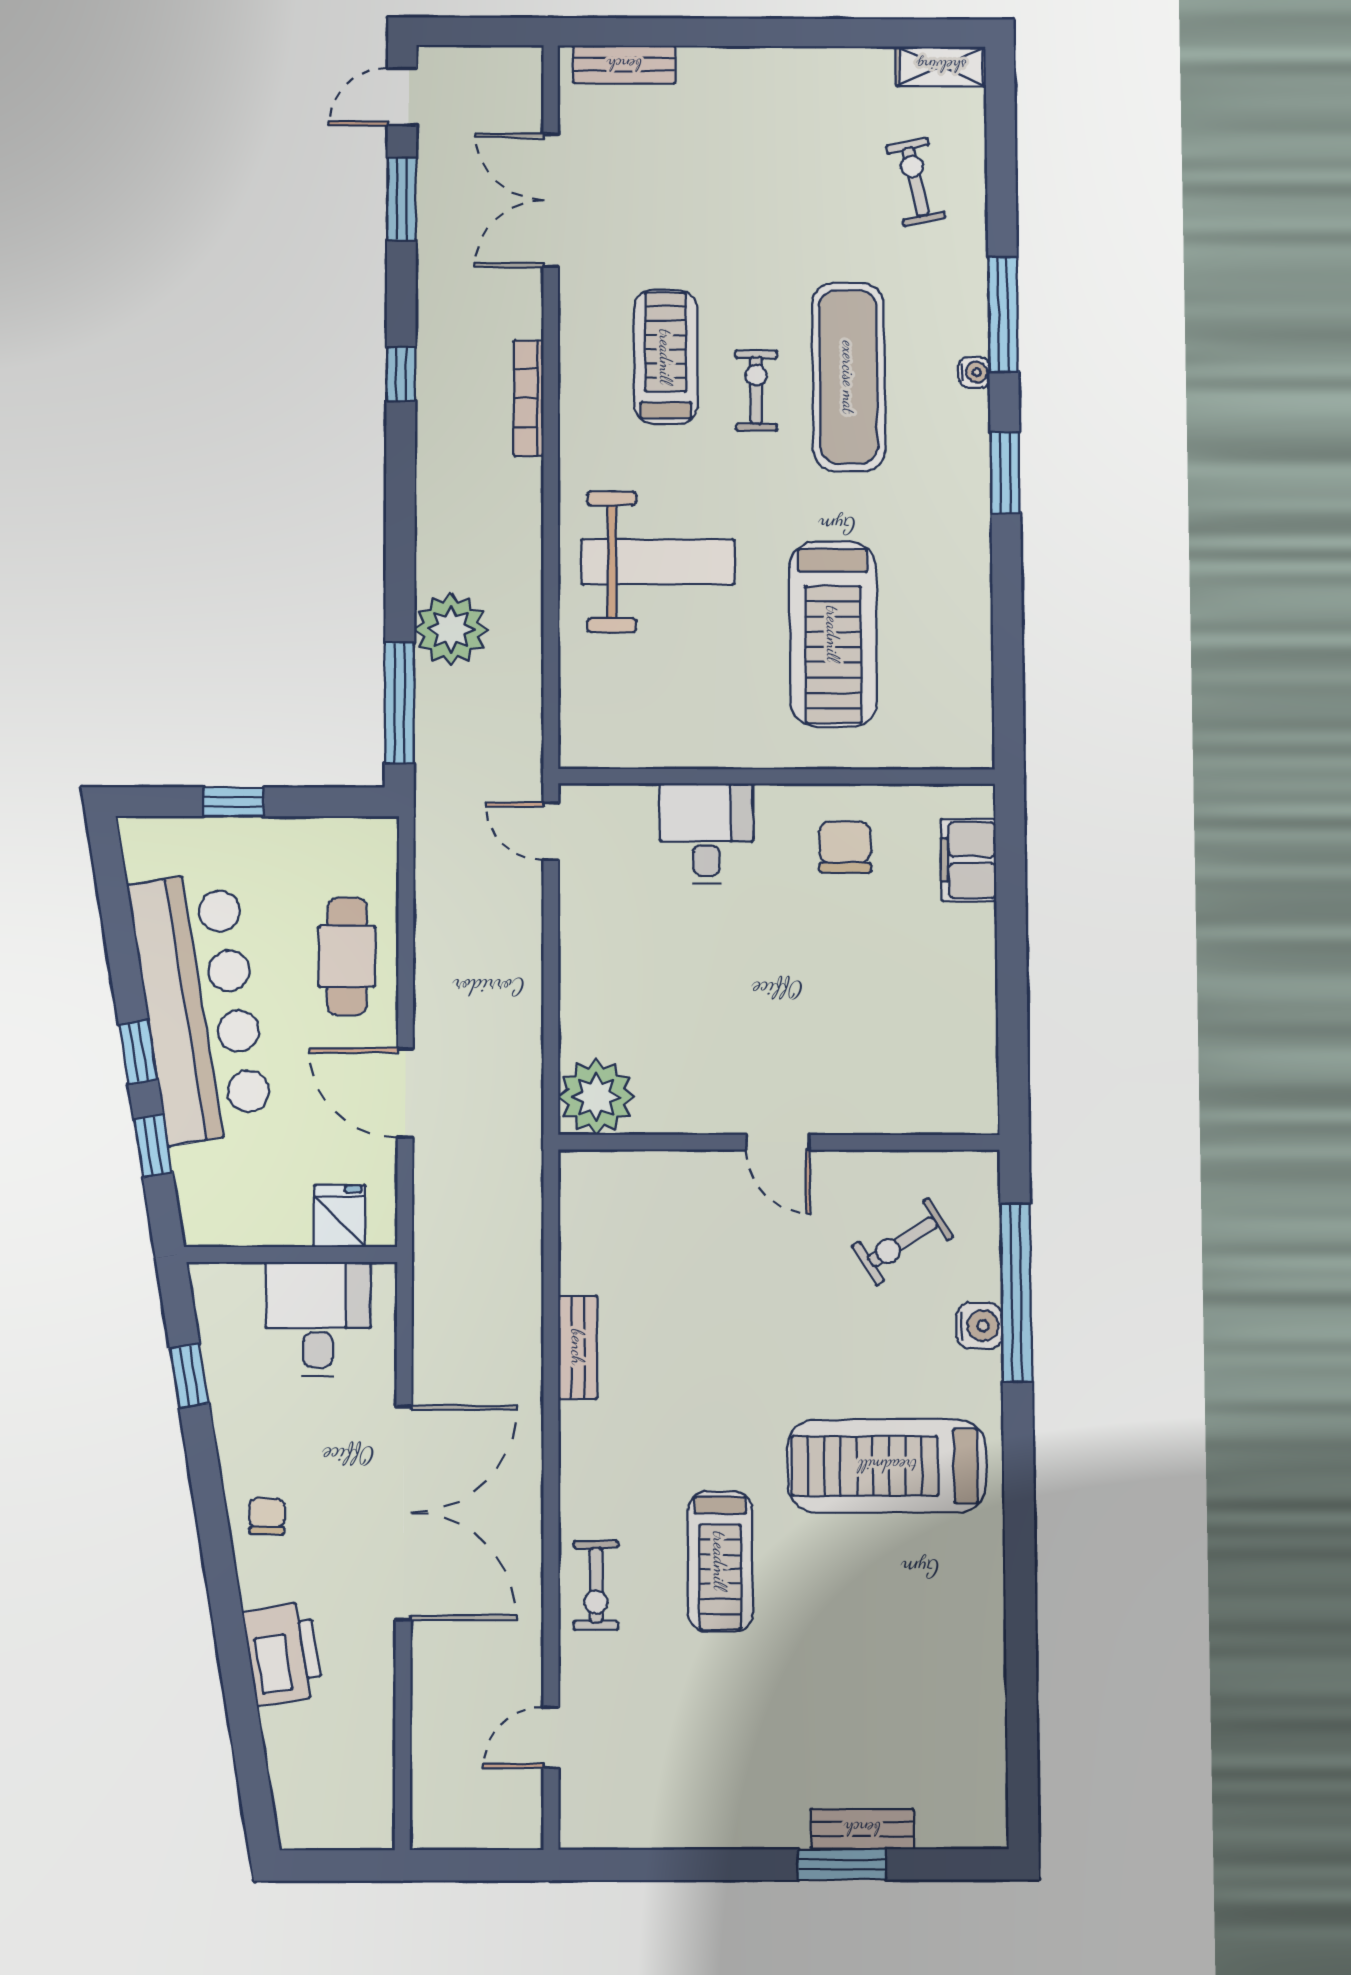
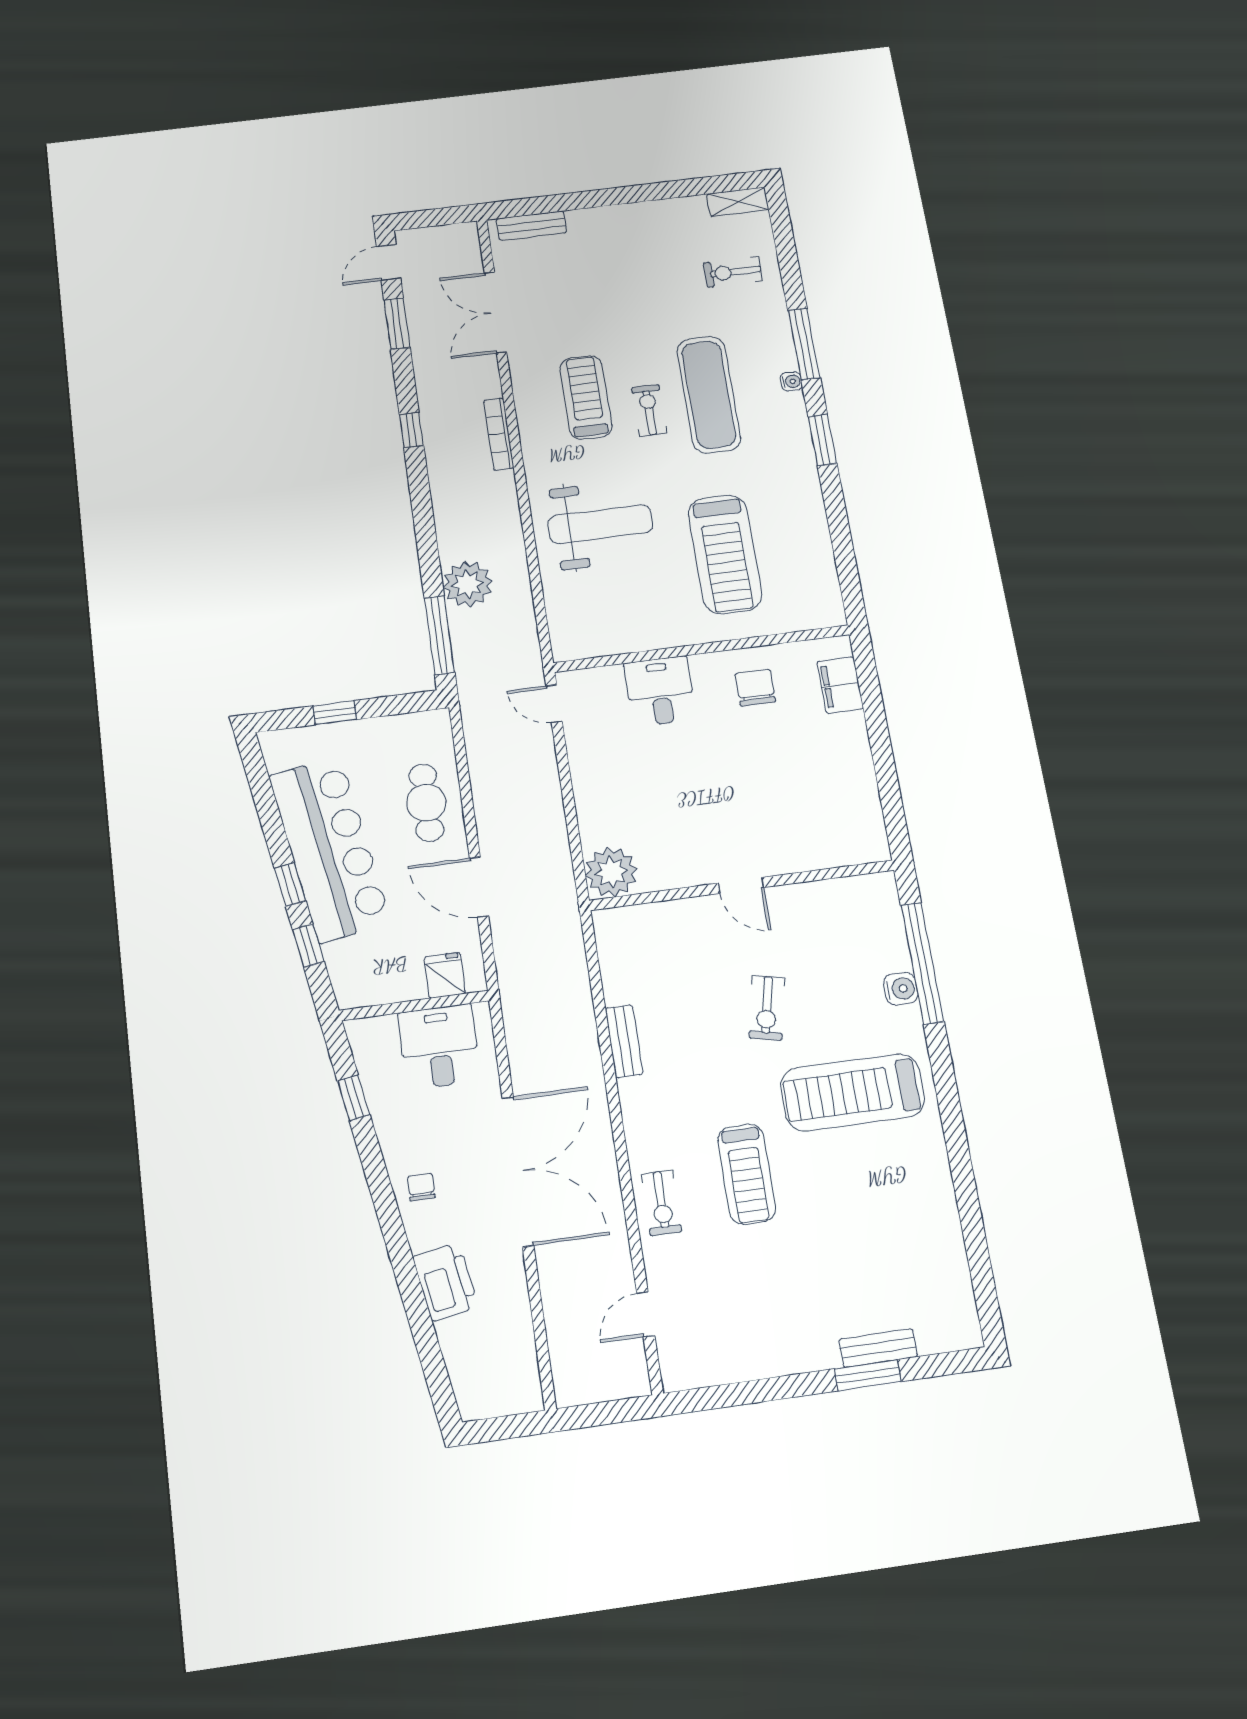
exercise bike: (916, 182) -> (733, 272), turned -78
exercise bike: (903, 1242) -> (767, 1008), moved, turned -46

